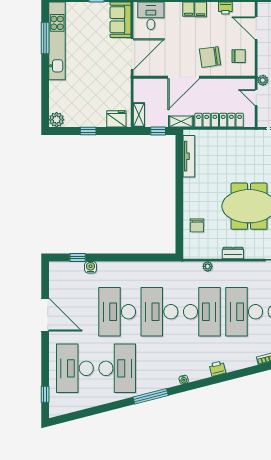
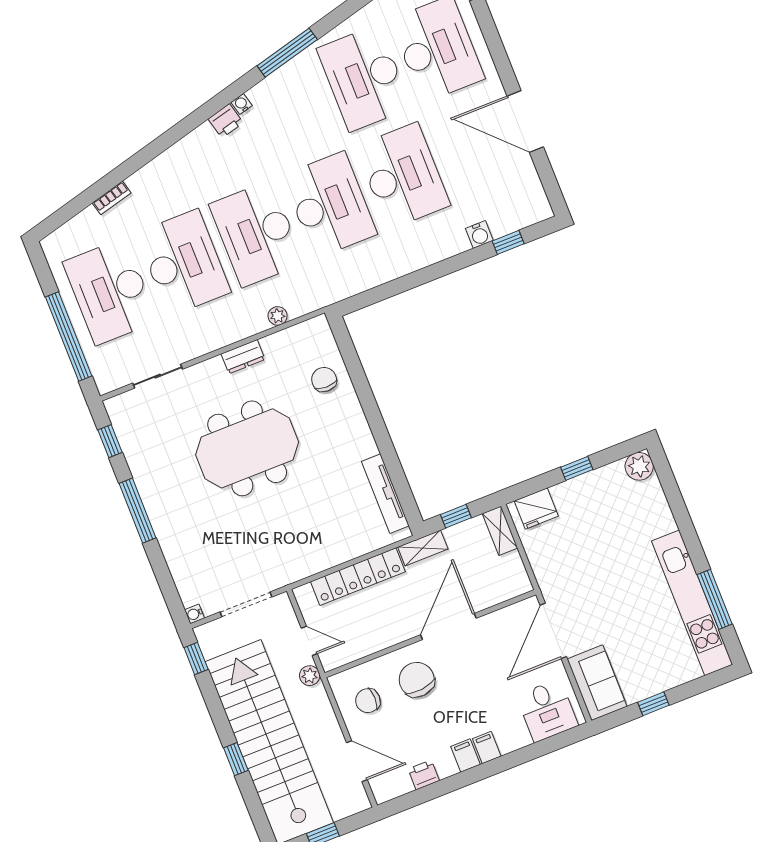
chair: (210, 57) -> (417, 680), turned -88
printer: (217, 369) -> (226, 121), moved

